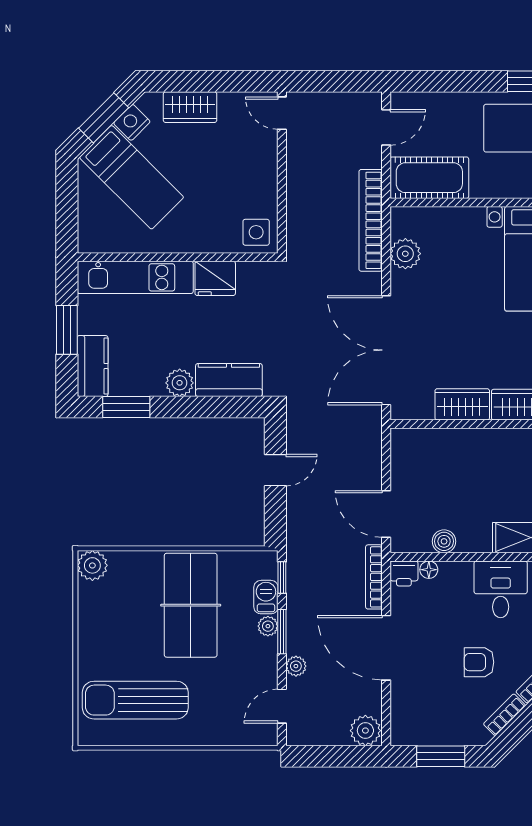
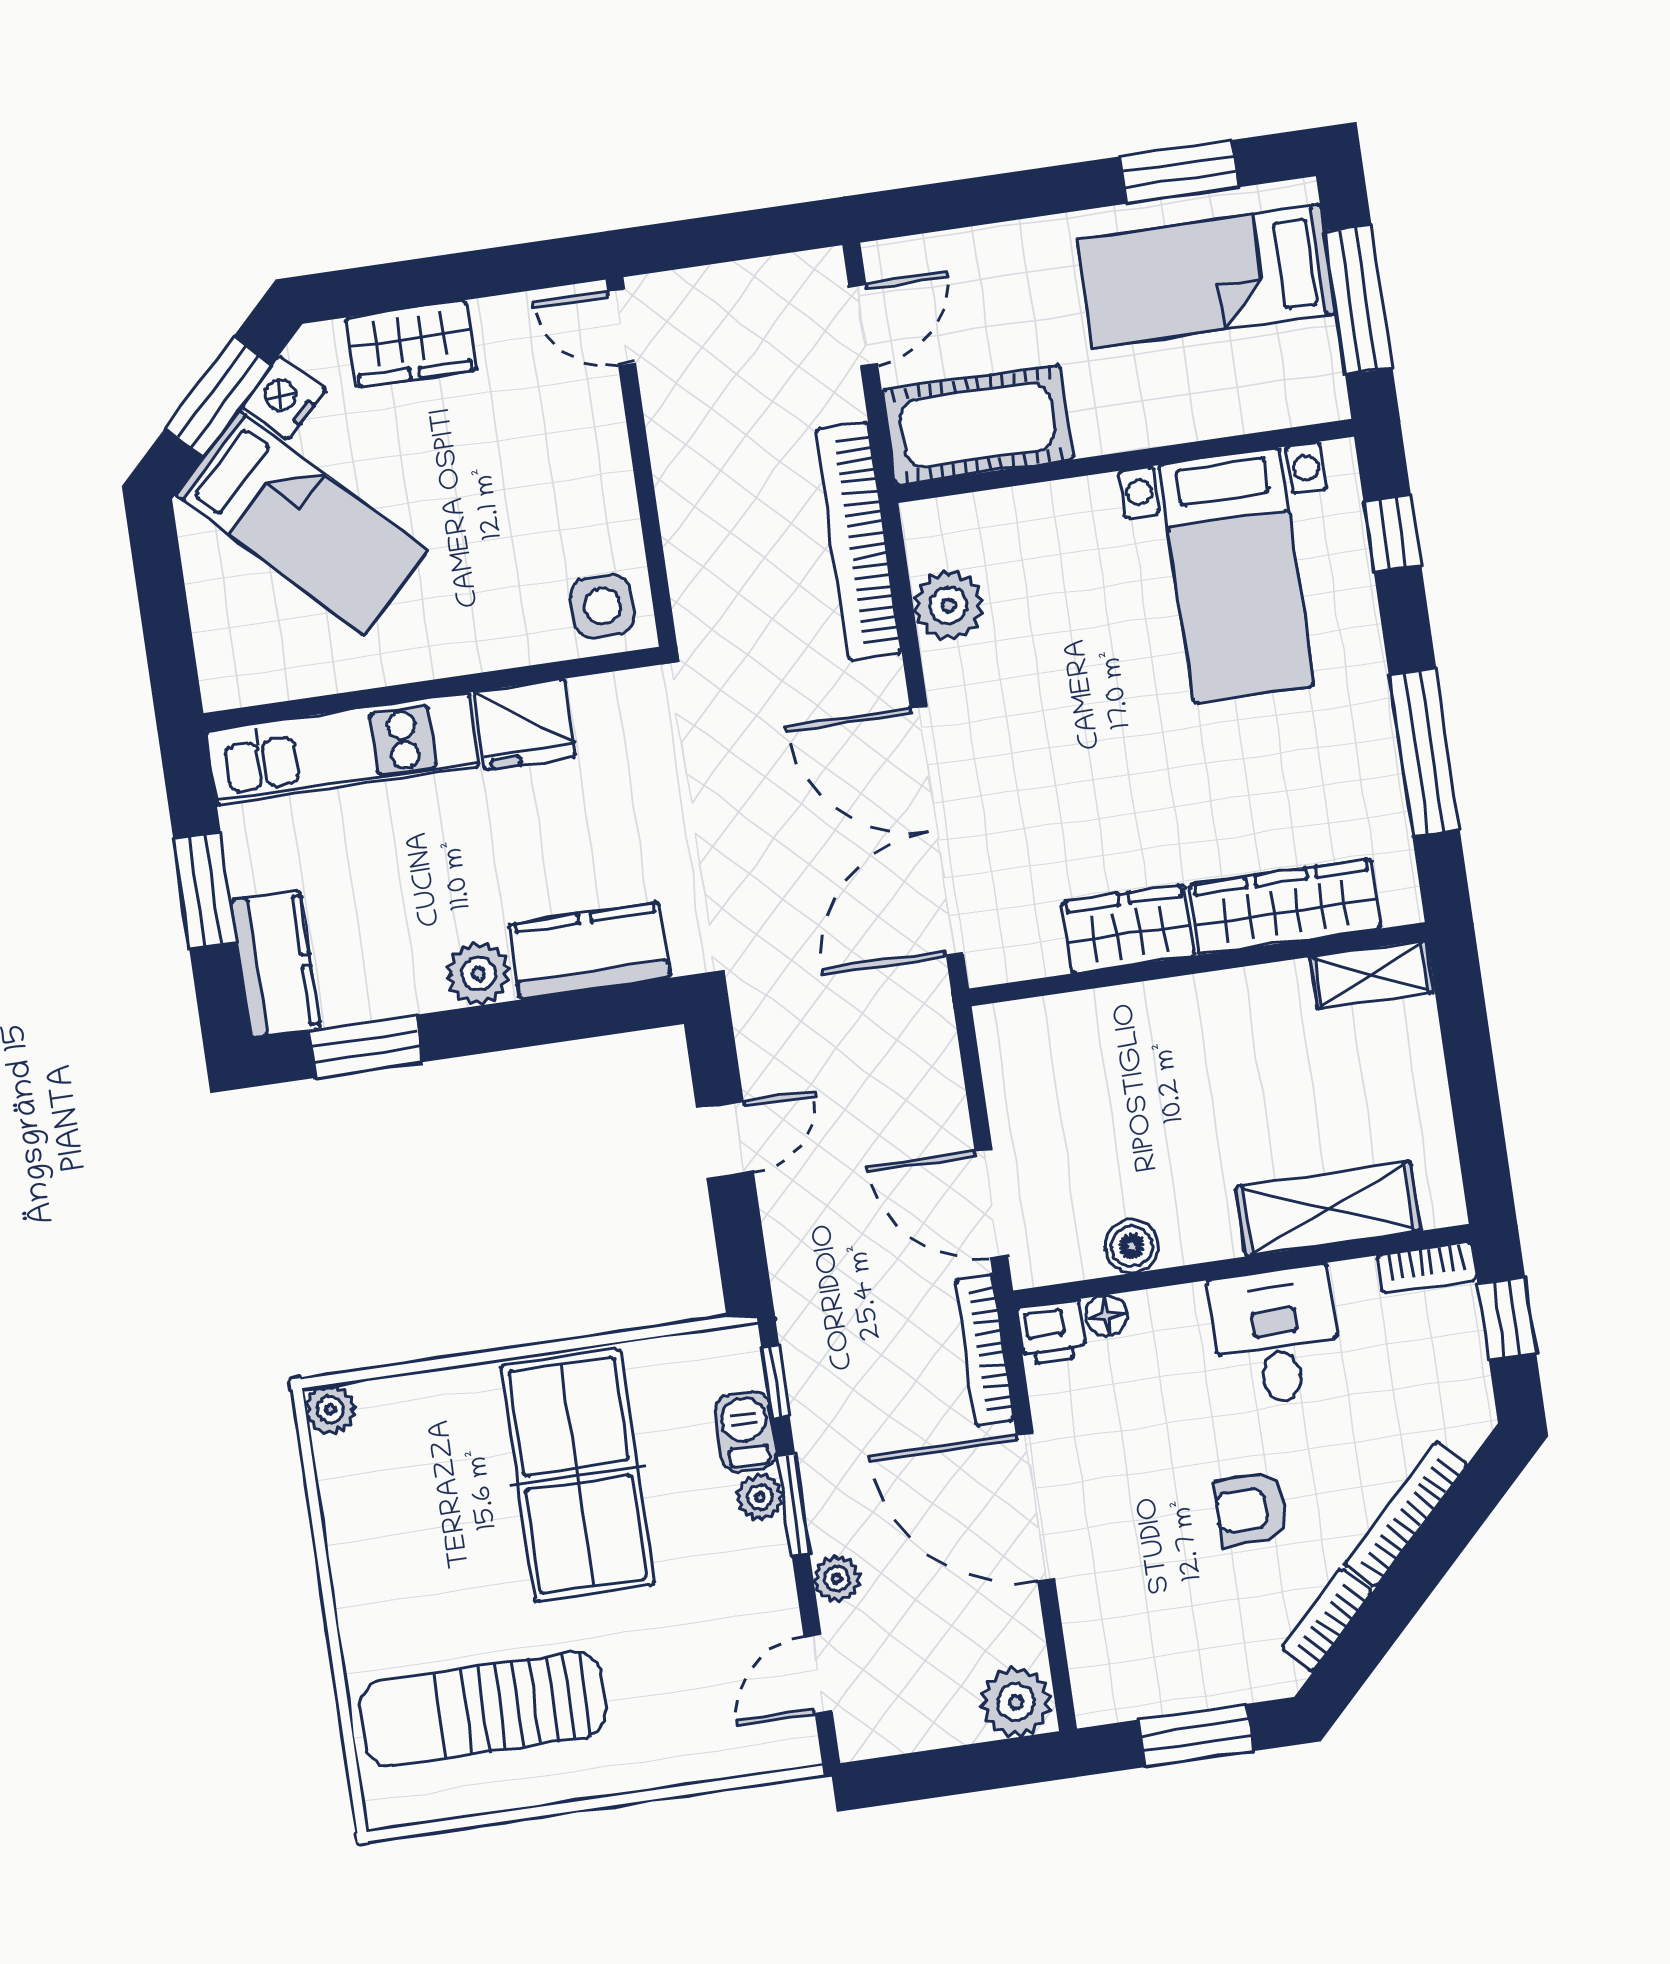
plant: (92, 565) -> (330, 1409), width x0.73, depth x0.73

